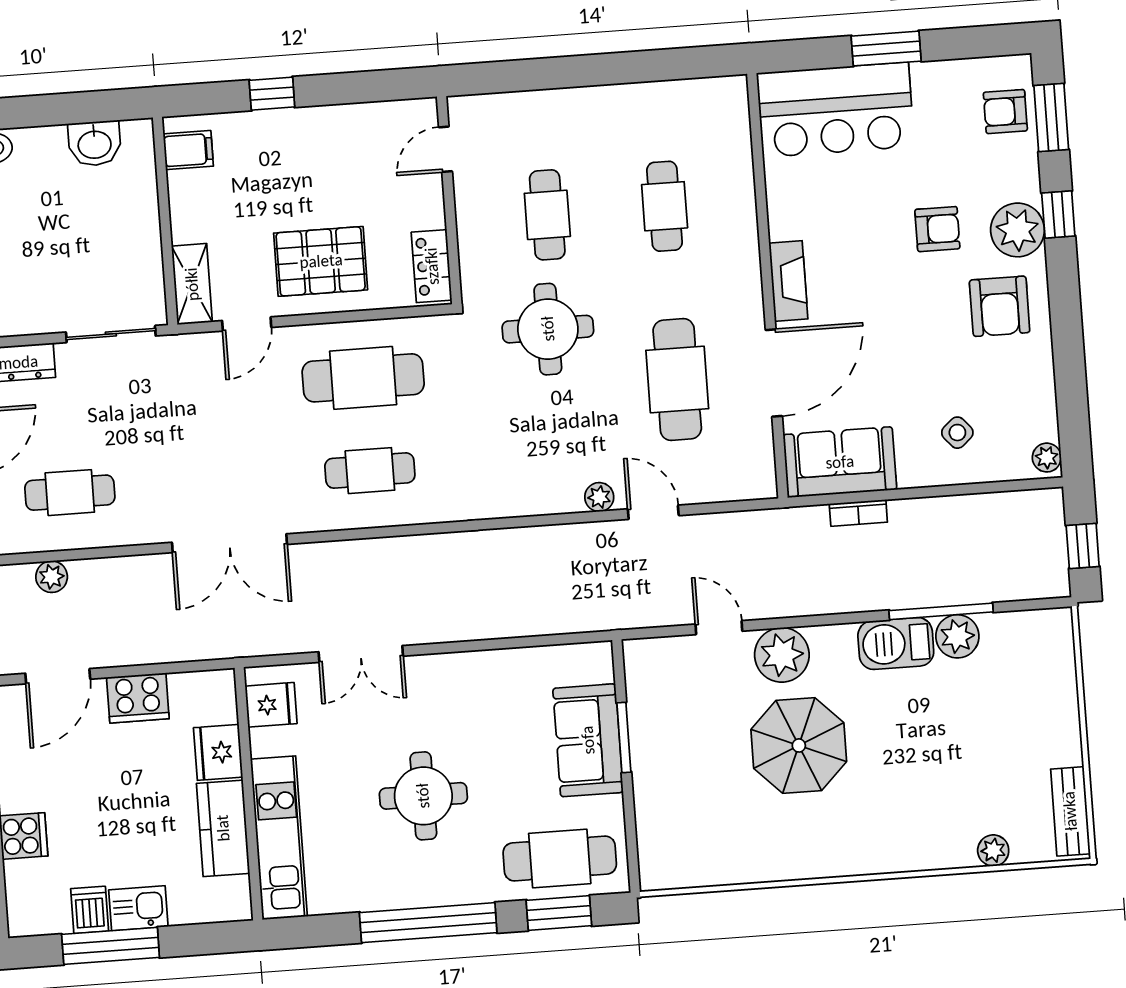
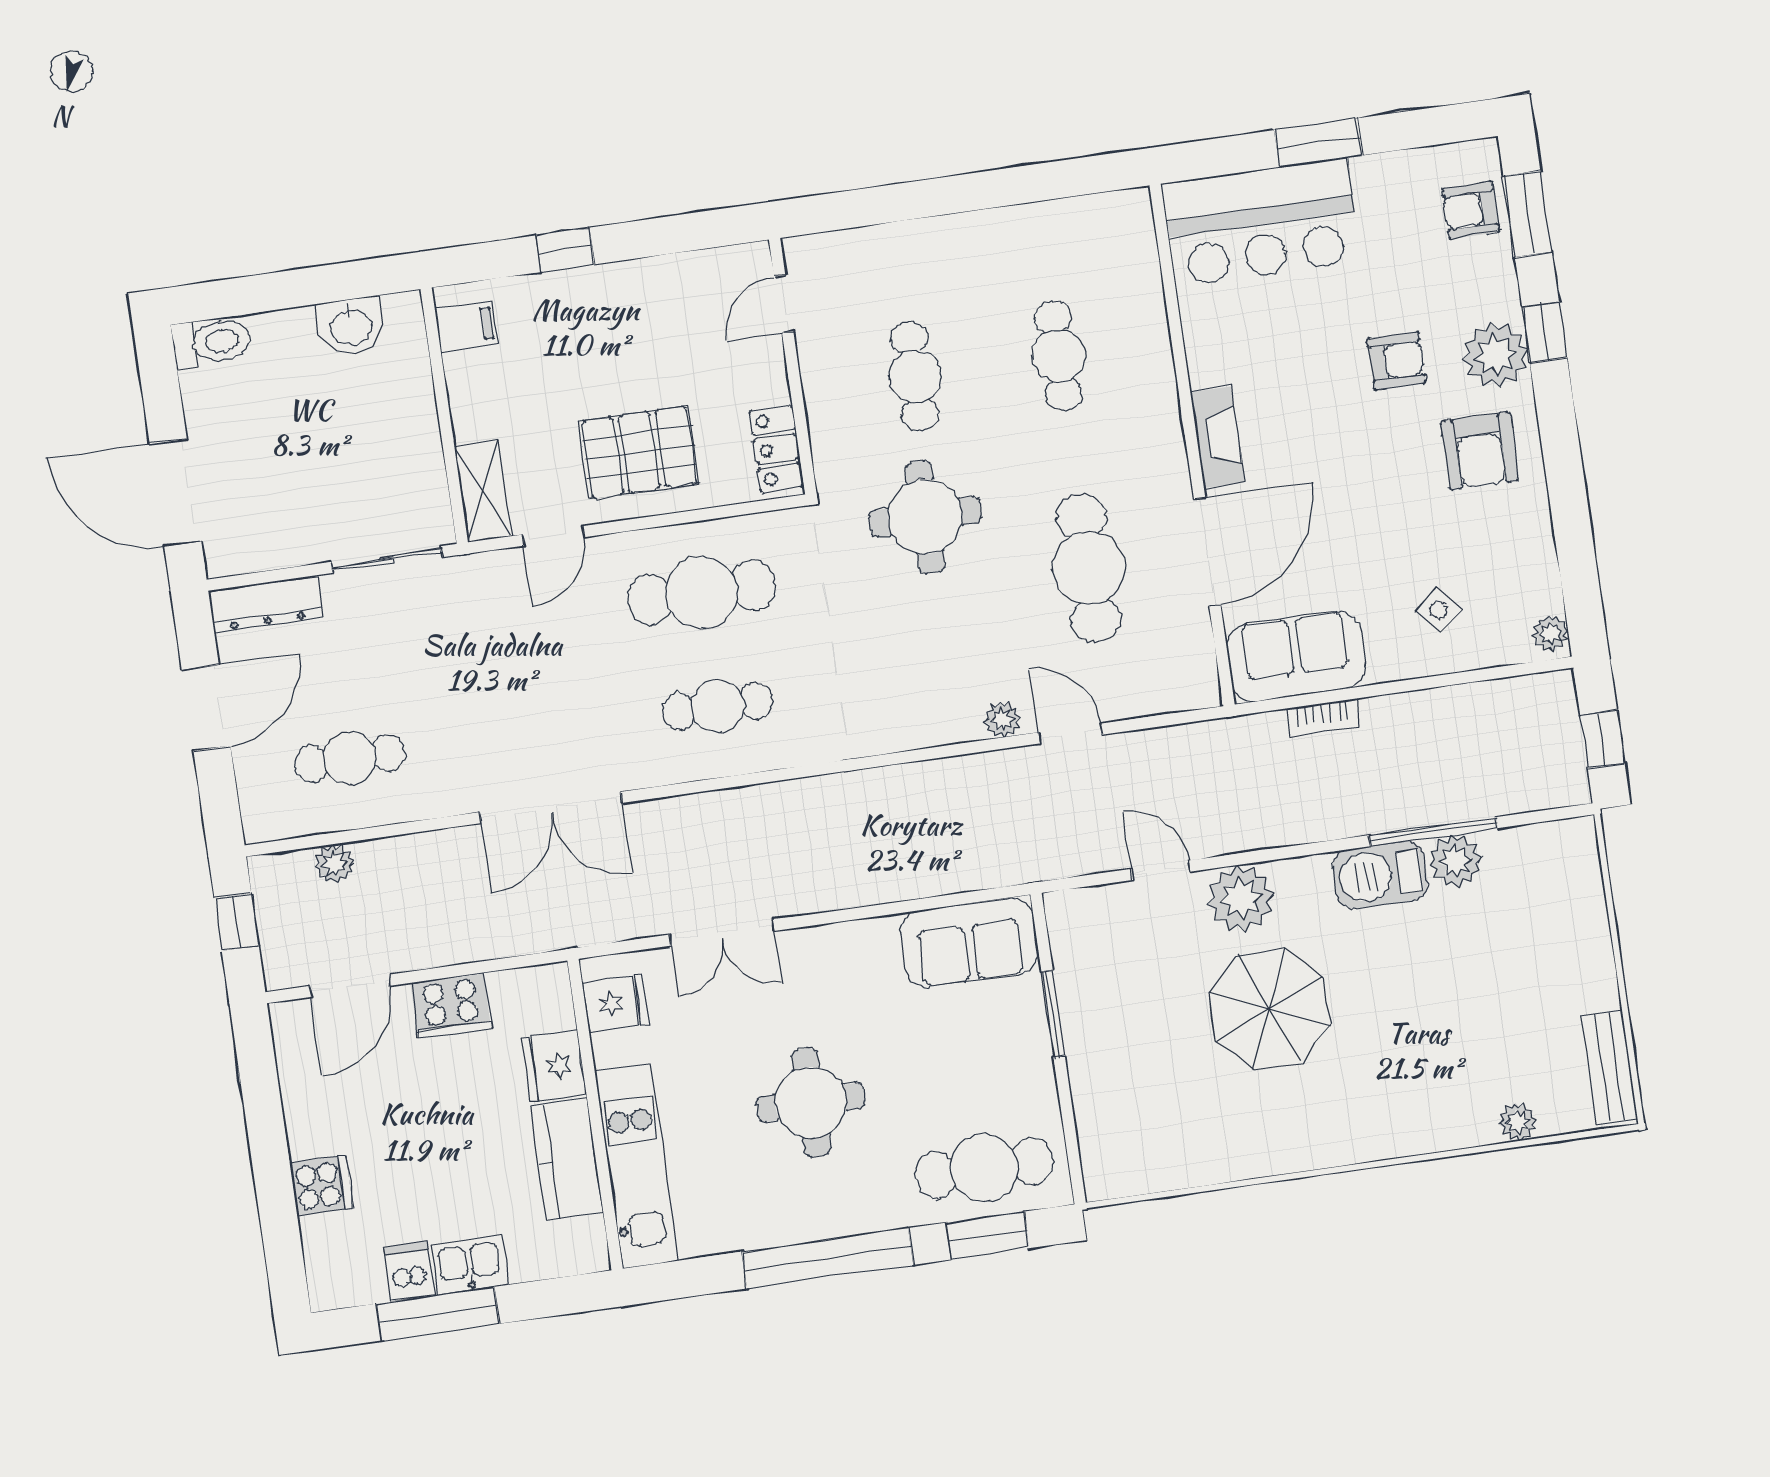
sofa: (588, 740) -> (969, 942), moved, turned -90

